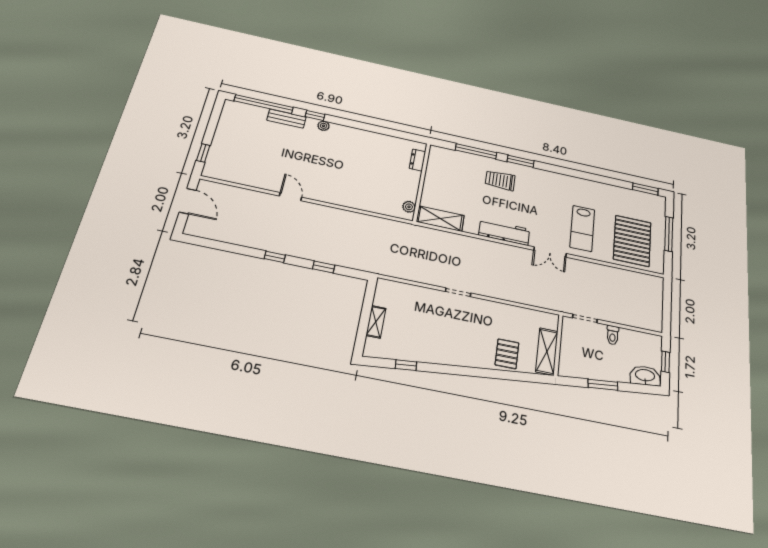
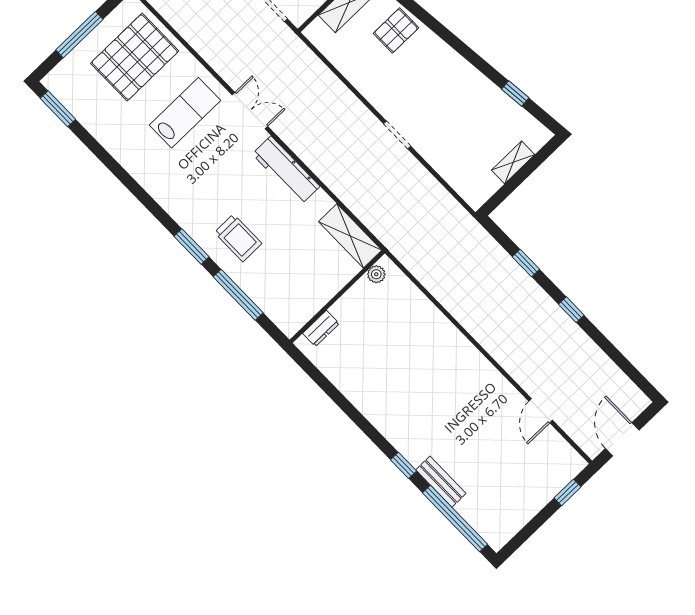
plant: (324, 126) -> (403, 445), removed
door: (291, 197) -> (541, 411), moved

